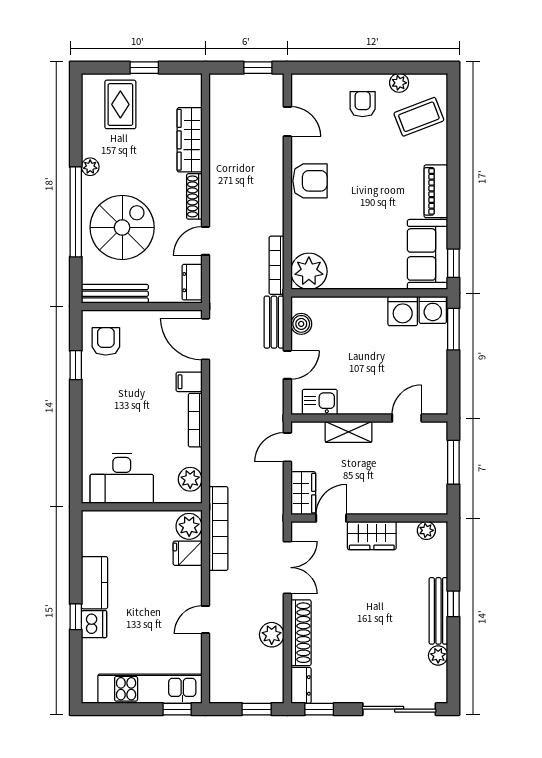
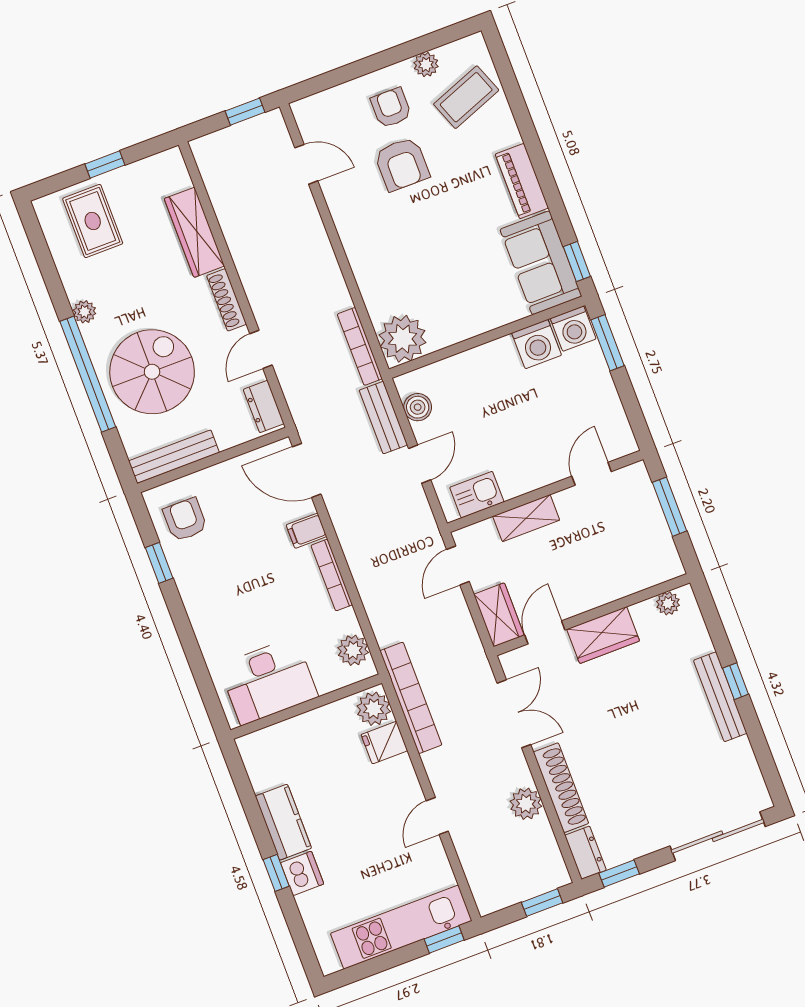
armchair: (310, 181) -> (402, 164), moved, turned 90
plant: (438, 656) -> (741, 752), removed

